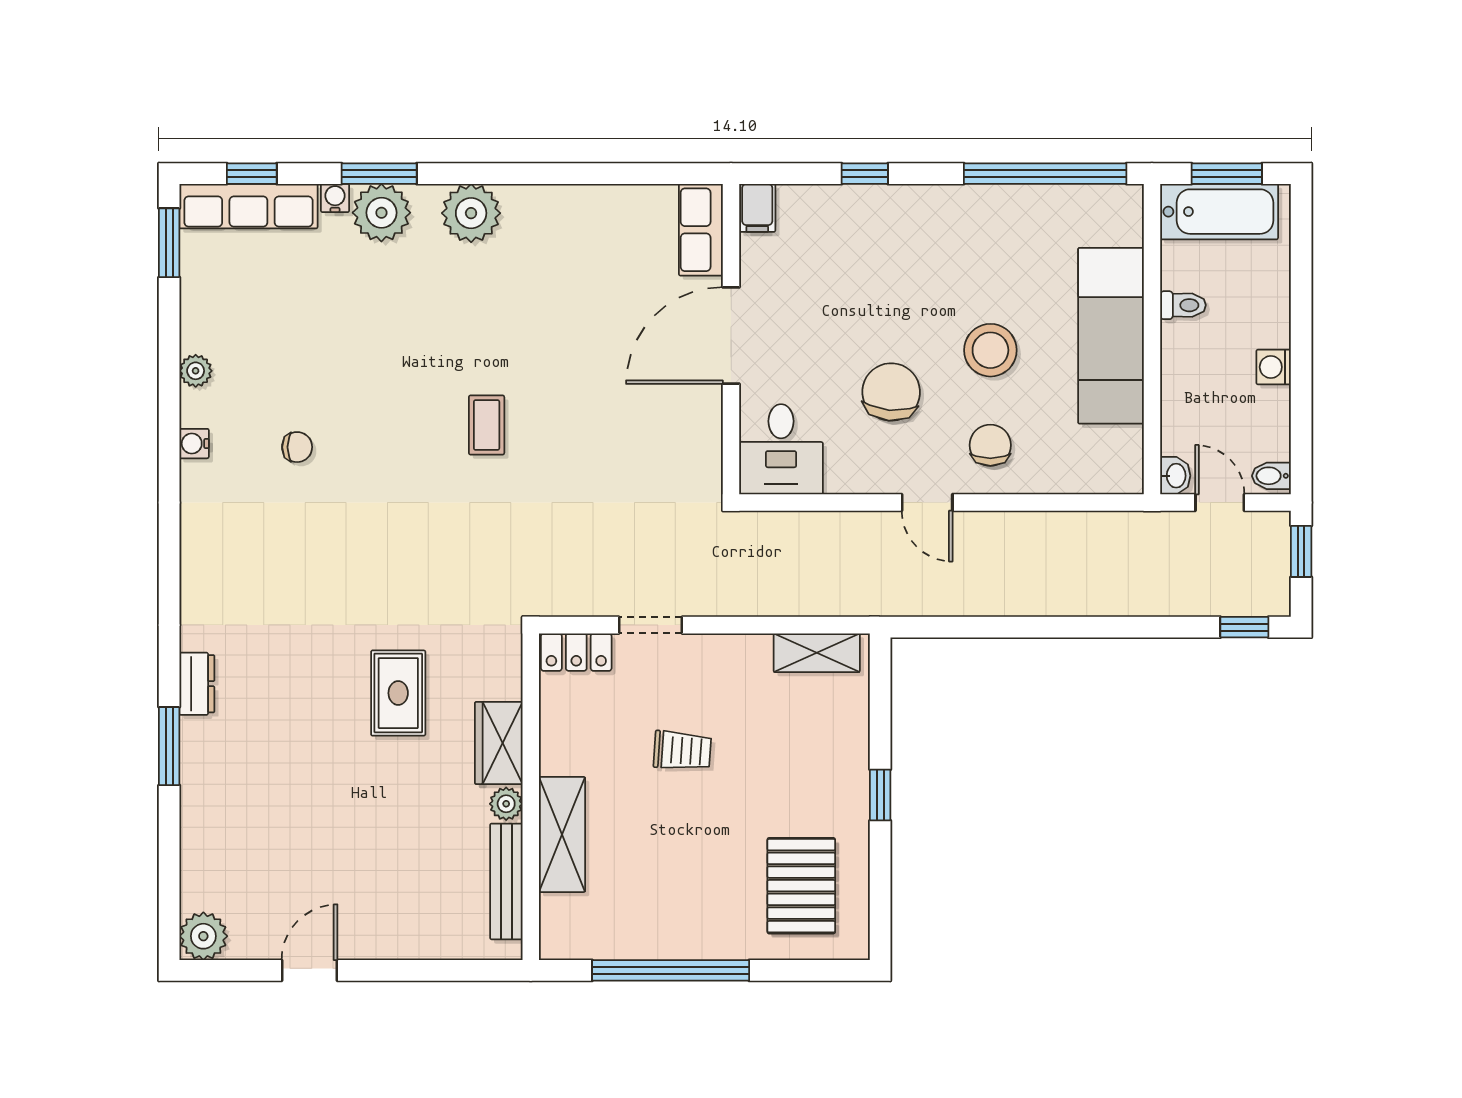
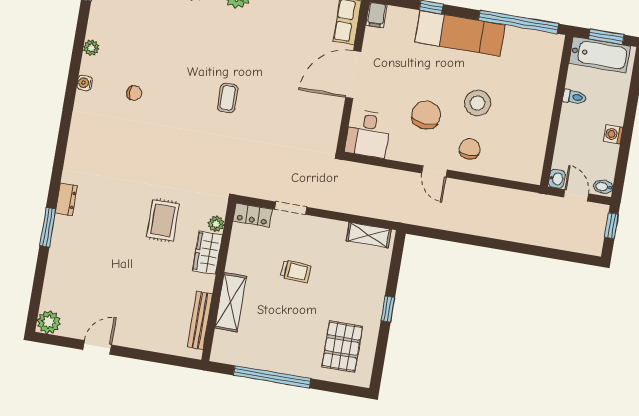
exam couch: (1111, 336) -> (460, 34), moved, turned -90
window: (1244, 627) -> (578, 258), removed
plant: (506, 804) -> (216, 224), moved

